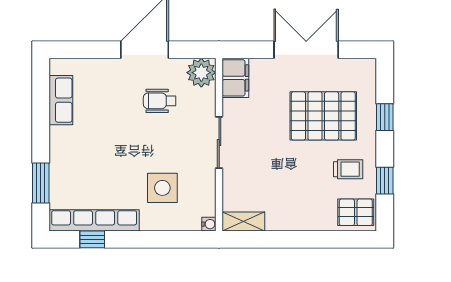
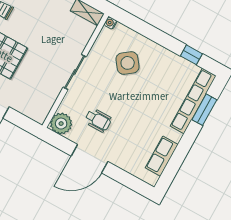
filing cabinet: (235, 78) -> (41, 108), removed
side table: (162, 188) -> (128, 63), turned -37
row of seats: (94, 220) -> (193, 101), moved, turned 90

